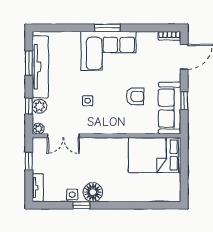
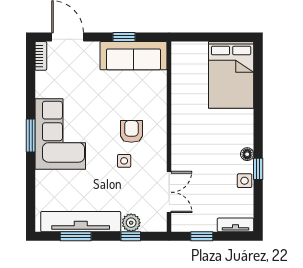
armchair: (135, 96) -> (131, 131), moved
plant: (39, 129) -> (160, 224), removed
bed: (155, 155) -> (231, 75), moved
floor lamp: (93, 192) -> (247, 154), width x0.53, depth x0.53

